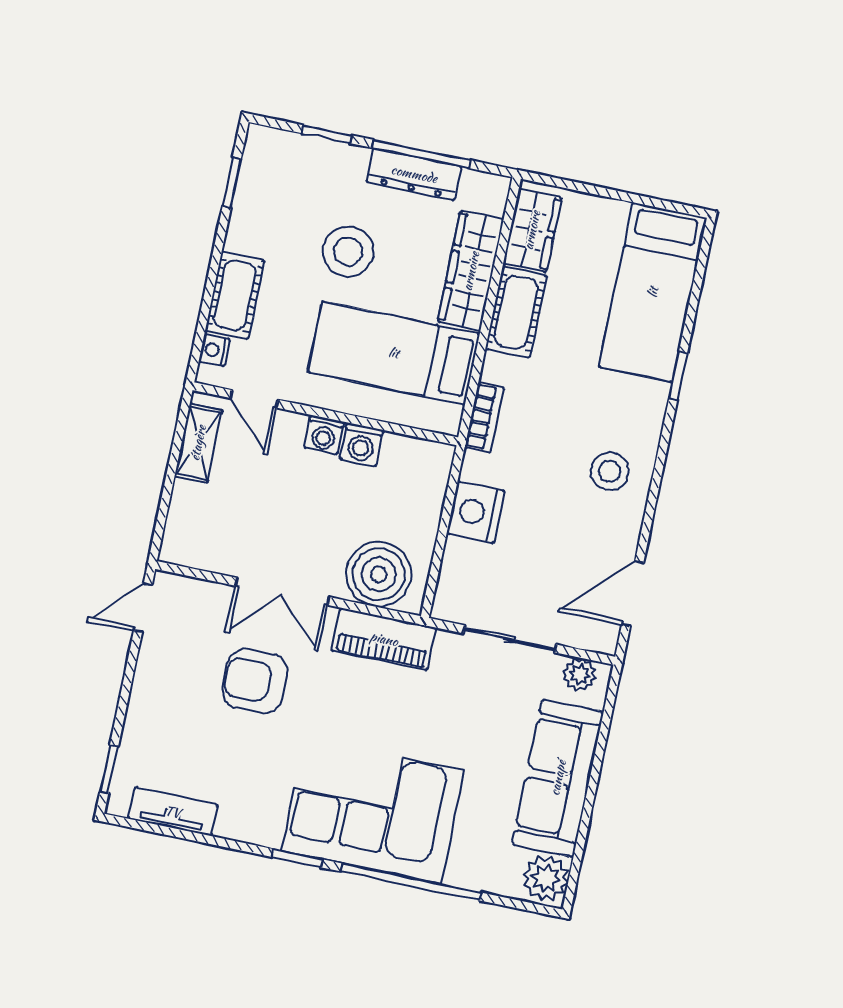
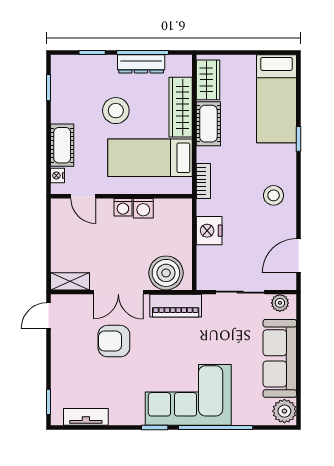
shelving: (198, 443) -> (70, 281), moved, turned 90

